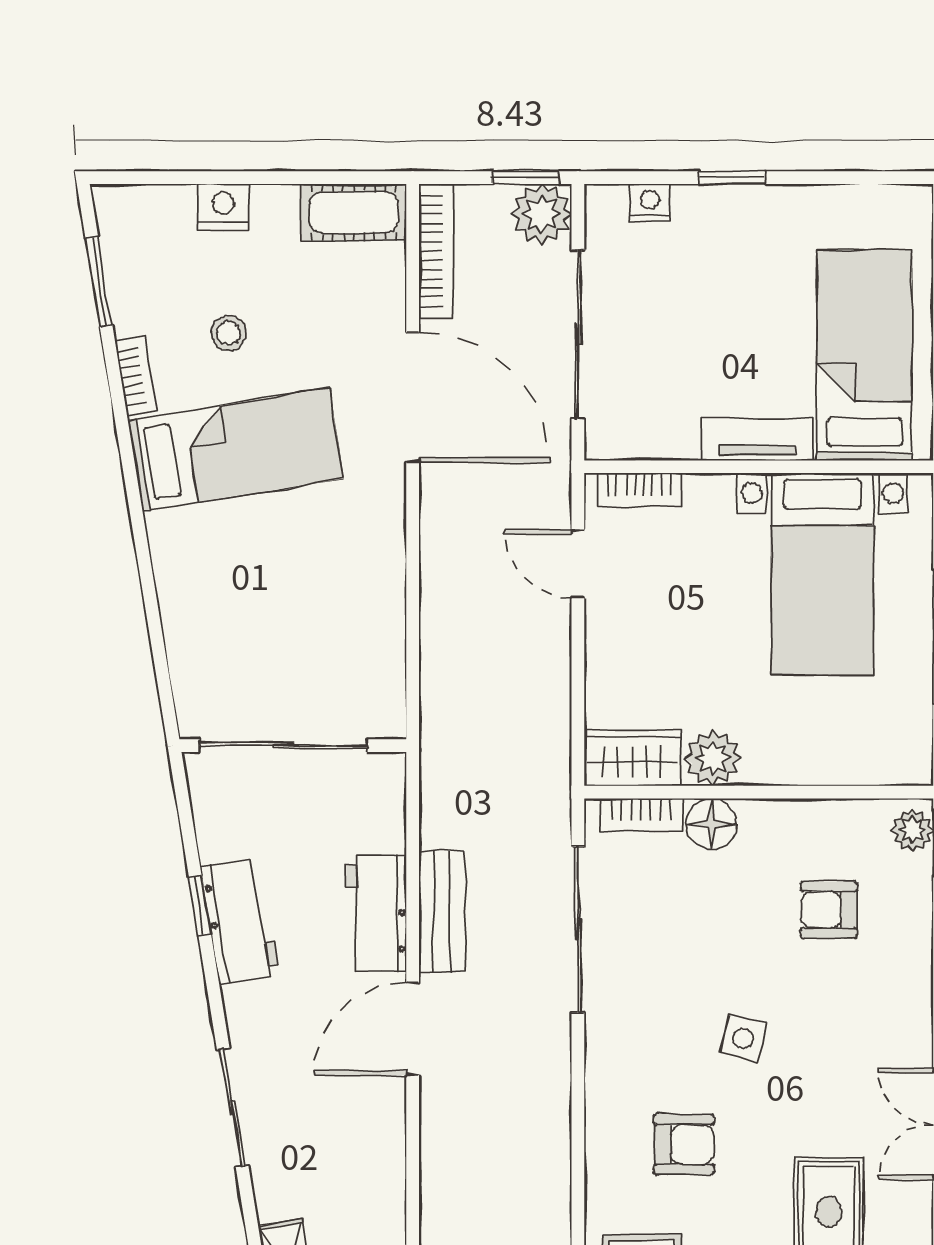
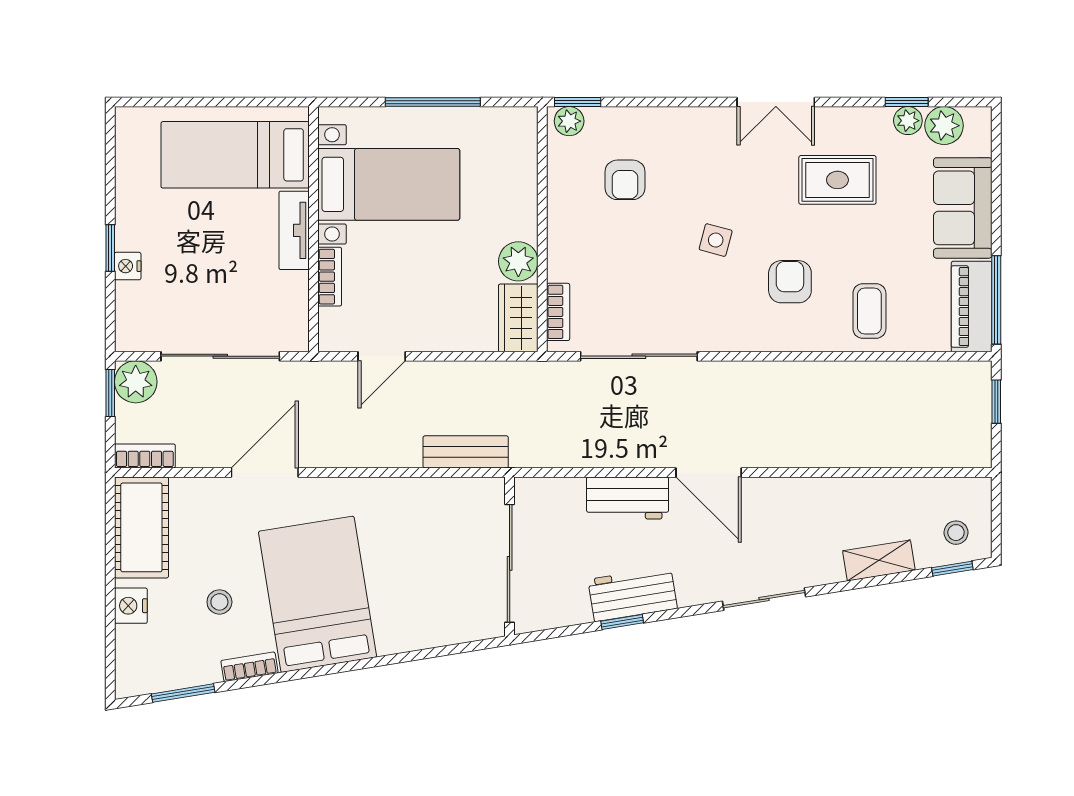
nightstand: (650, 202) -> (128, 266), moved
cot: (354, 212) -> (141, 527), width x1.37, depth x1.34
bookcase: (436, 251) -> (145, 456), width x0.64
door: (413, 397) -> (265, 472), width x0.73
bed: (236, 450) -> (317, 594), width x1.50
bookcase: (639, 490) -> (330, 277), moved
floor lamp: (712, 824) -> (565, 262), removed
bench: (442, 912) -> (466, 452), moved

